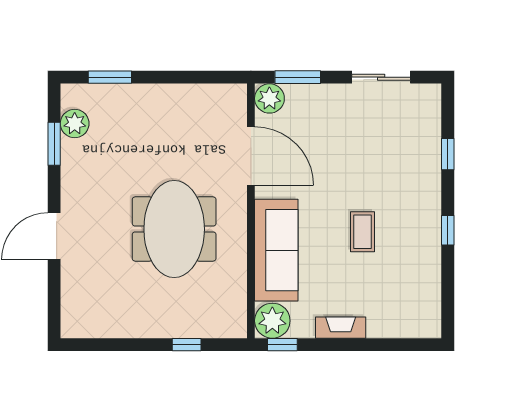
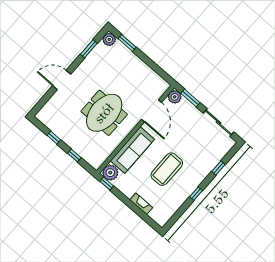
sliding door: (381, 77) -> (218, 123), width x1.37
plant: (75, 124) -> (109, 39), moved
coffee table: (363, 232) -> (167, 169), width x1.86, depth x1.72
fireplace: (341, 328) -> (141, 204), moved
window: (126, 345) -> (54, 138), added

